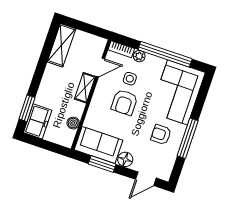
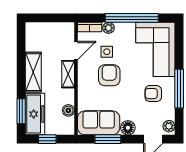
shelving: (62, 45) -> (33, 72), moved
armchair: (124, 102) -> (109, 75), turned 180
freezer: (38, 121) -> (35, 114), width x1.40
window: (43, 144) -> (47, 139), added
plant: (166, 171) -> (169, 126), added

